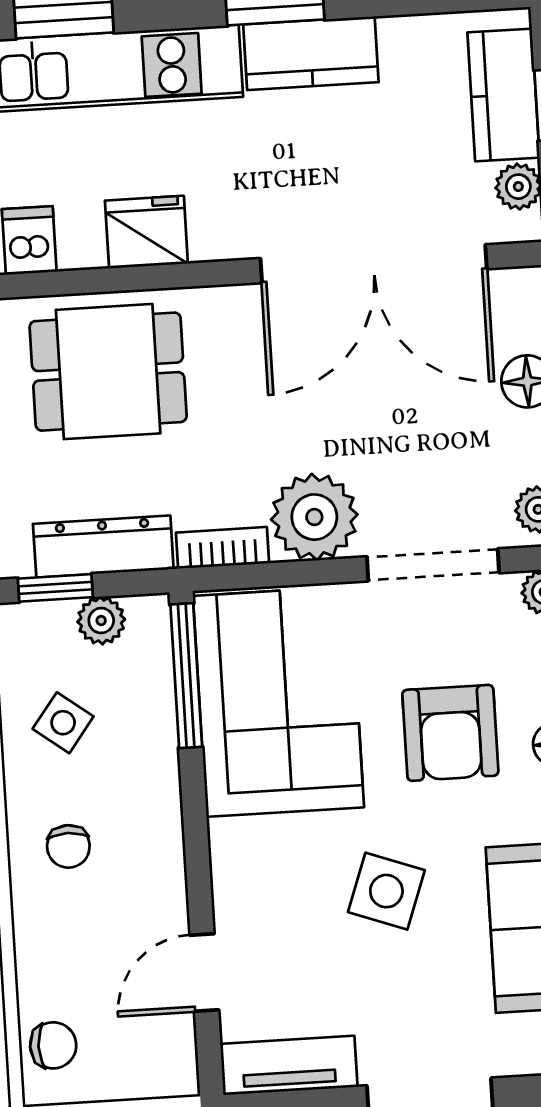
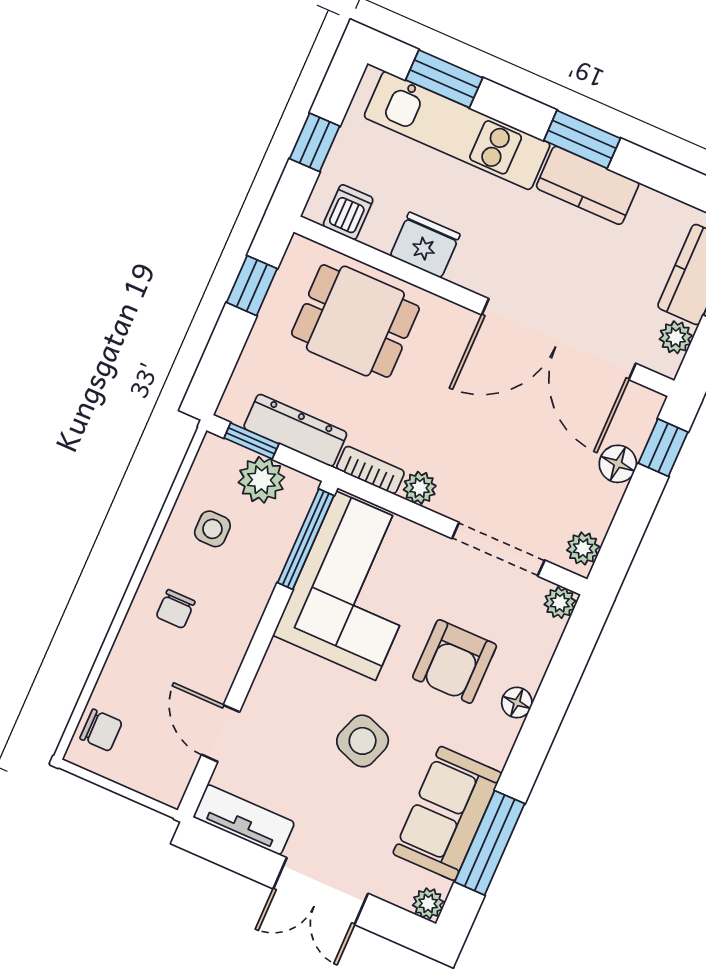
plant: (314, 517) -> (420, 488), width x0.53, depth x0.53
plant: (101, 621) -> (261, 480), width x1.38, depth x1.38
side table: (63, 723) -> (212, 529), turned -37
door: (204, 973) -> (221, 733), hinge flipped

